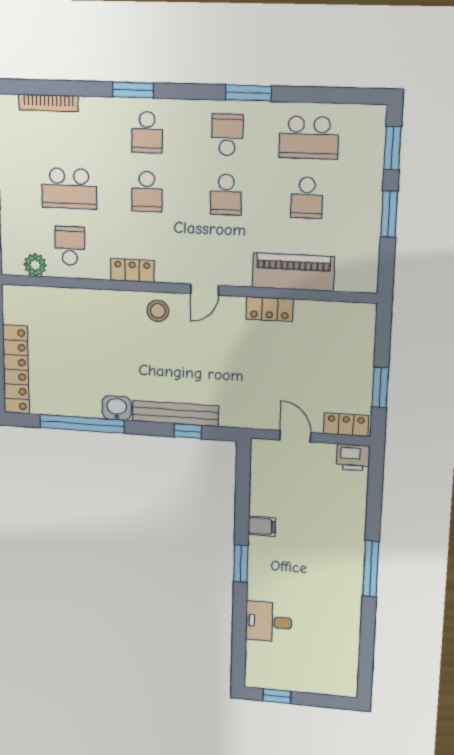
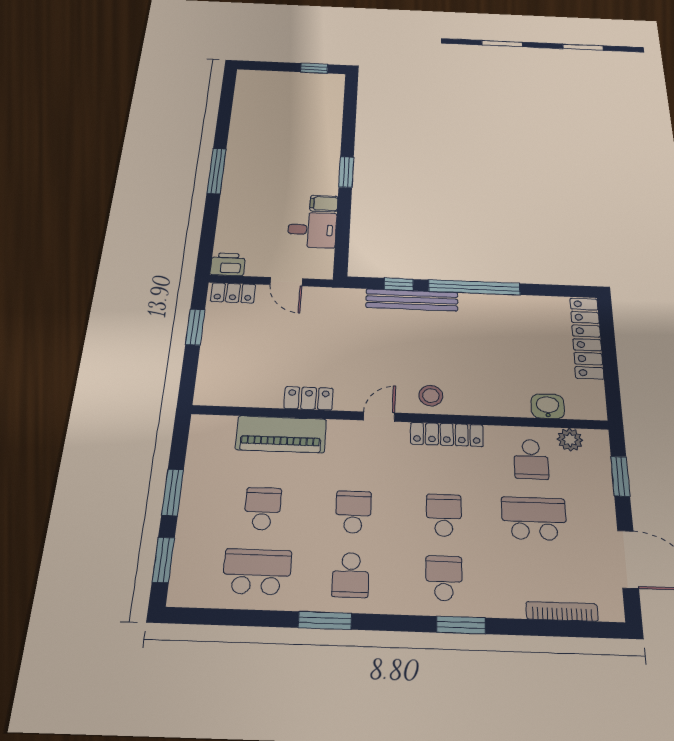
locker: (132, 270) -> (447, 434), width x1.53
washbasin: (117, 408) -> (548, 406), moved, turned 180
window: (82, 424) -> (474, 287), moved
desk: (269, 622) -> (312, 230), moved

